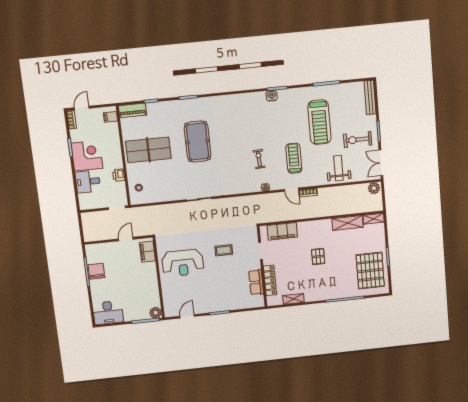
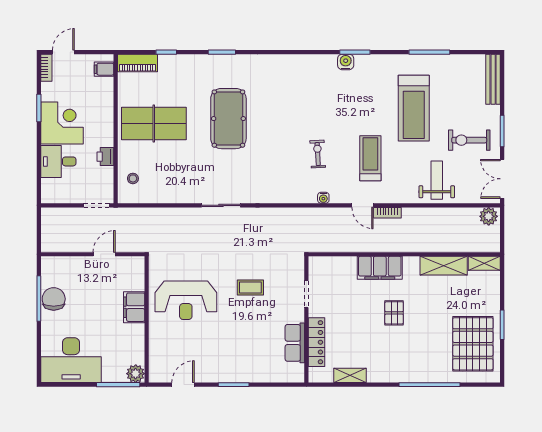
filing cabinet: (282, 231) -> (380, 268), moved
filing cabinet: (147, 252) -> (134, 307), moved
desk: (108, 313) -> (71, 360), width x1.36, depth x1.30

